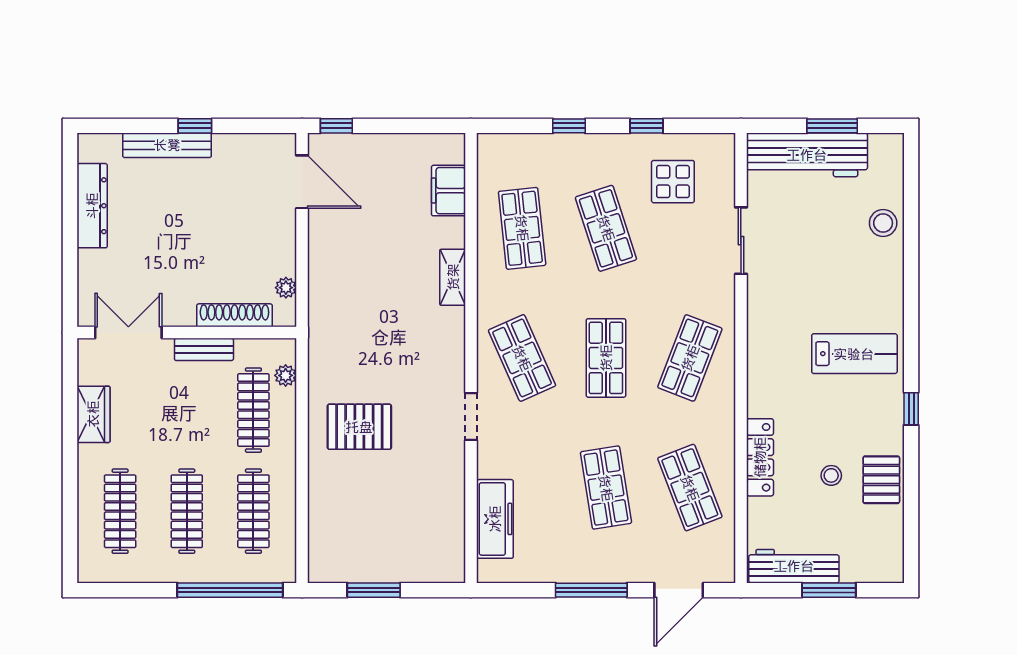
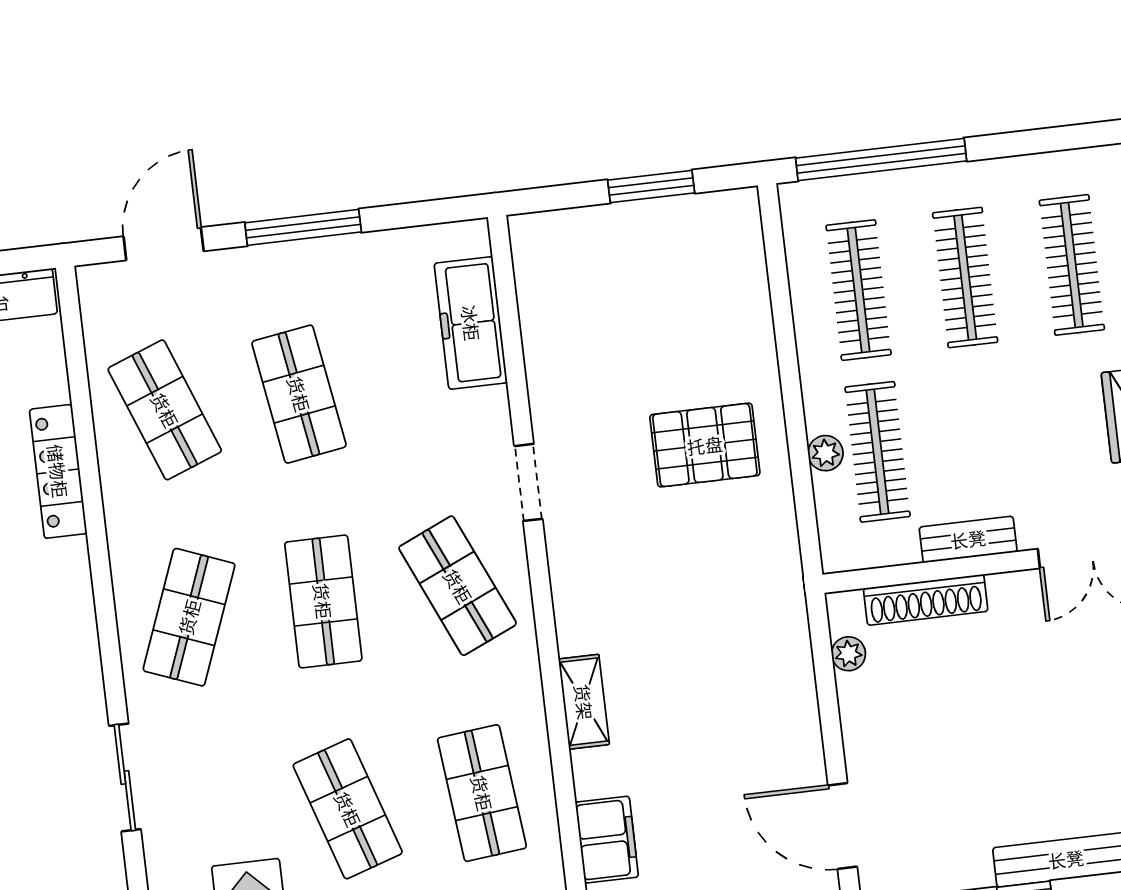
sliding door: (741, 241) -> (125, 777), moved
plant: (286, 375) -> (826, 453), moved

